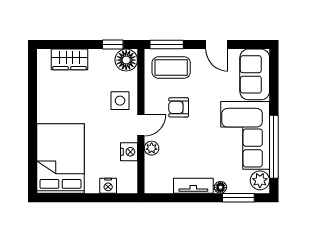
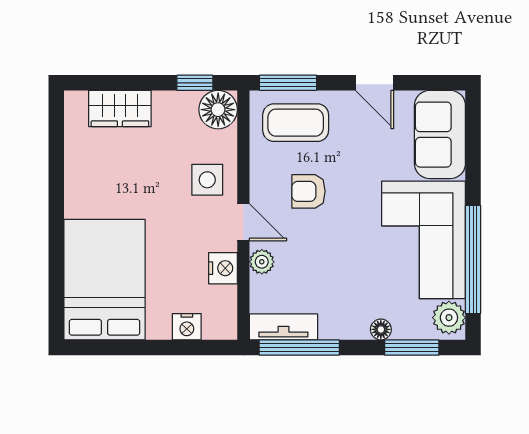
door: (141, 125) -> (243, 222), hinge flipped
tv unit: (193, 186) -> (283, 327), moved
window: (173, 198) -> (299, 347), added

